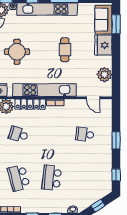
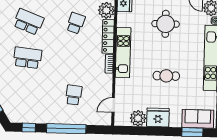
fridge: (103, 45) -> (158, 117), moved
kitchen unit: (44, 90) -> (123, 53), width x0.73
window: (116, 140) -> (66, 129), width x2.11
school desk: (19, 178) -> (28, 22), turned 36

